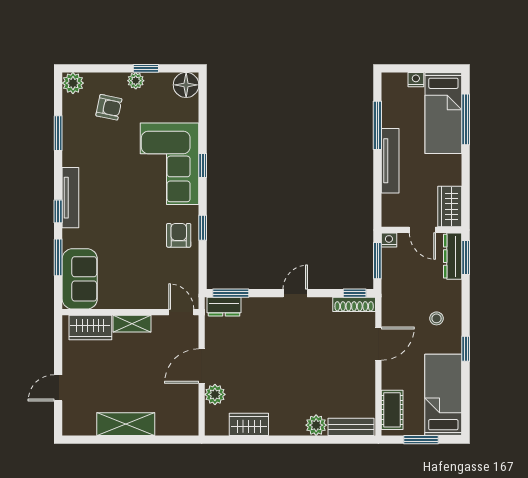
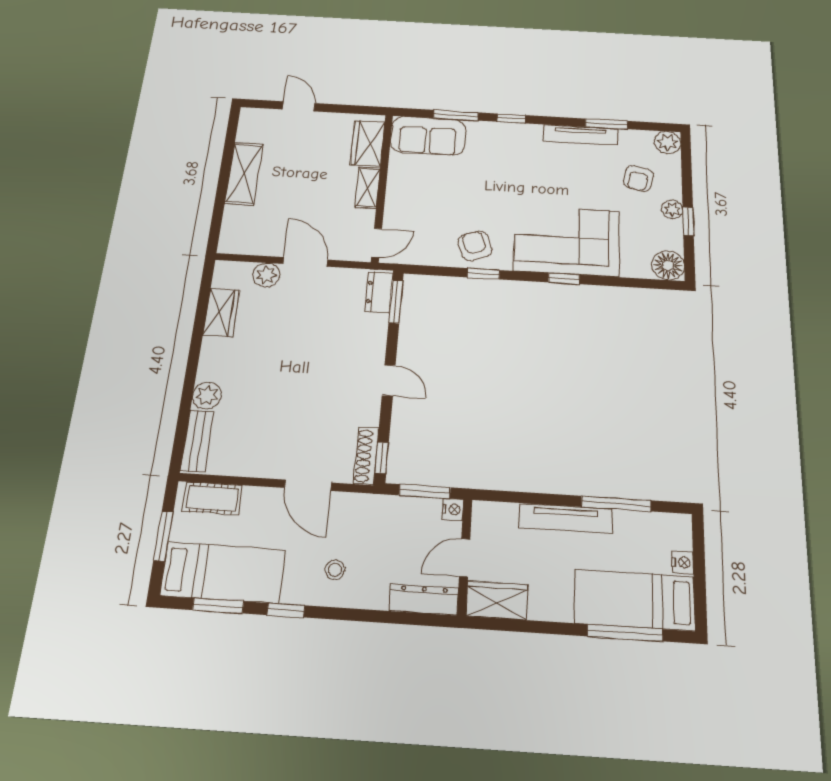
tv unit: (70, 198) -> (581, 135), moved
armchair: (179, 235) -> (475, 246), turned -110
window: (466, 258) -> (218, 606), moved

